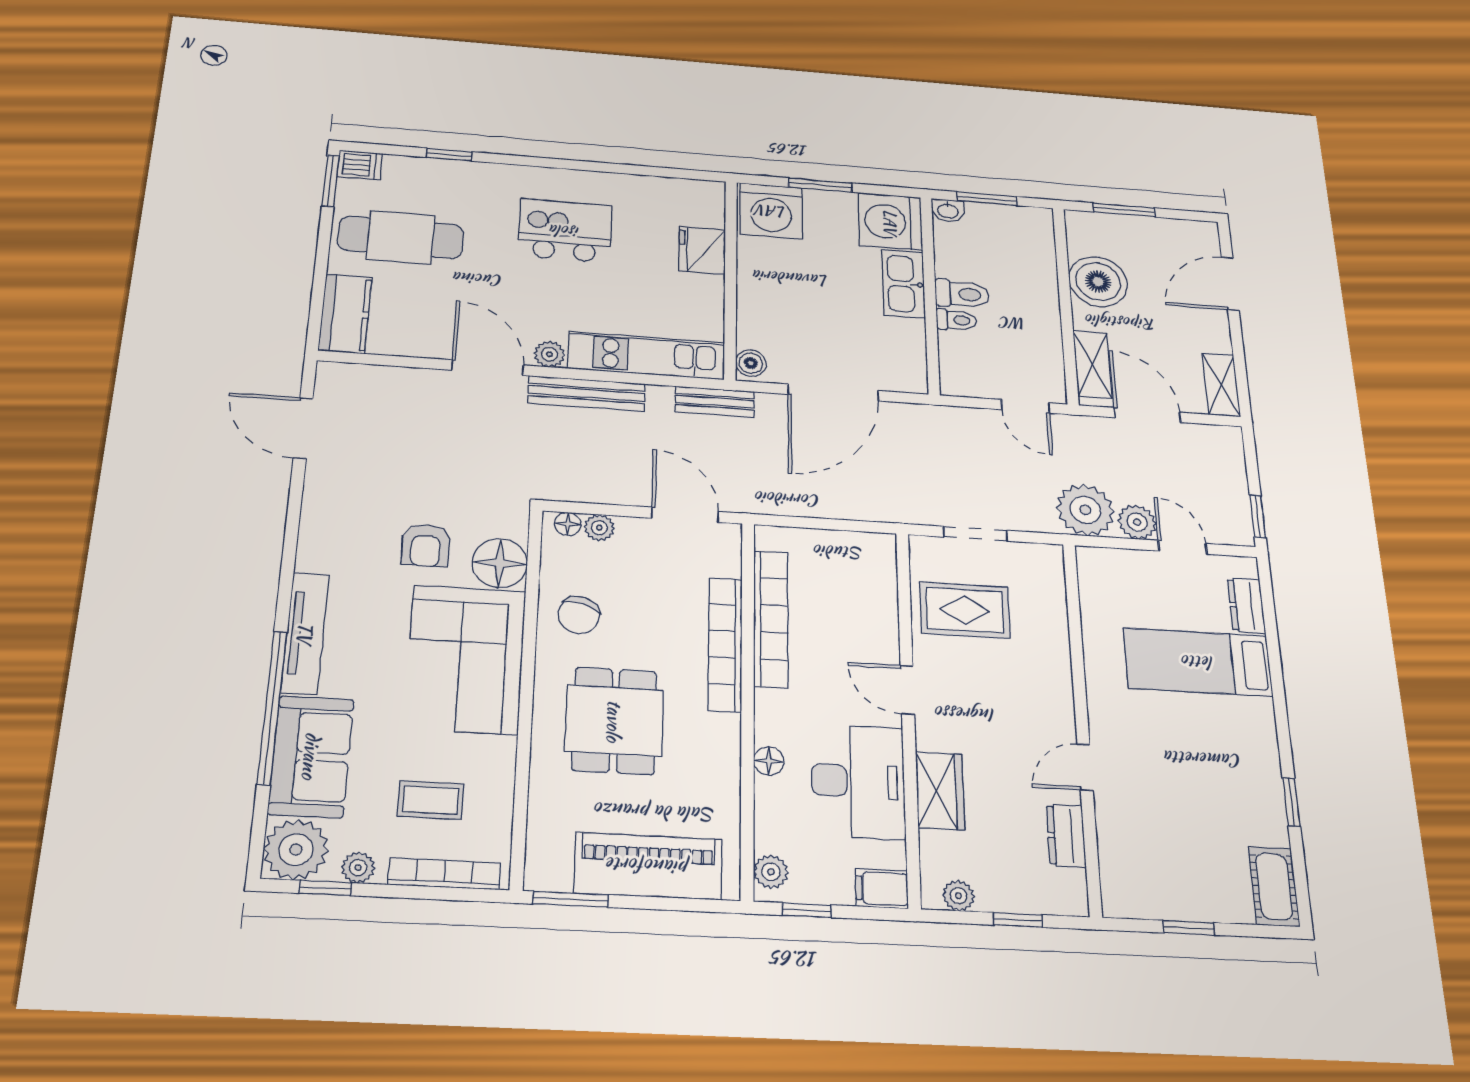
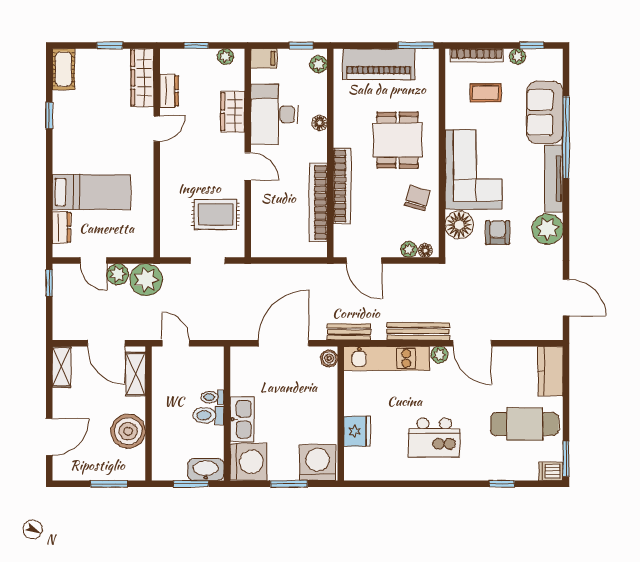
washbasin: (948, 211) -> (206, 470), width x1.91, depth x1.45
plant: (296, 850) -> (548, 229), moved
wardrobe: (1120, 863) -> (142, 78), added

